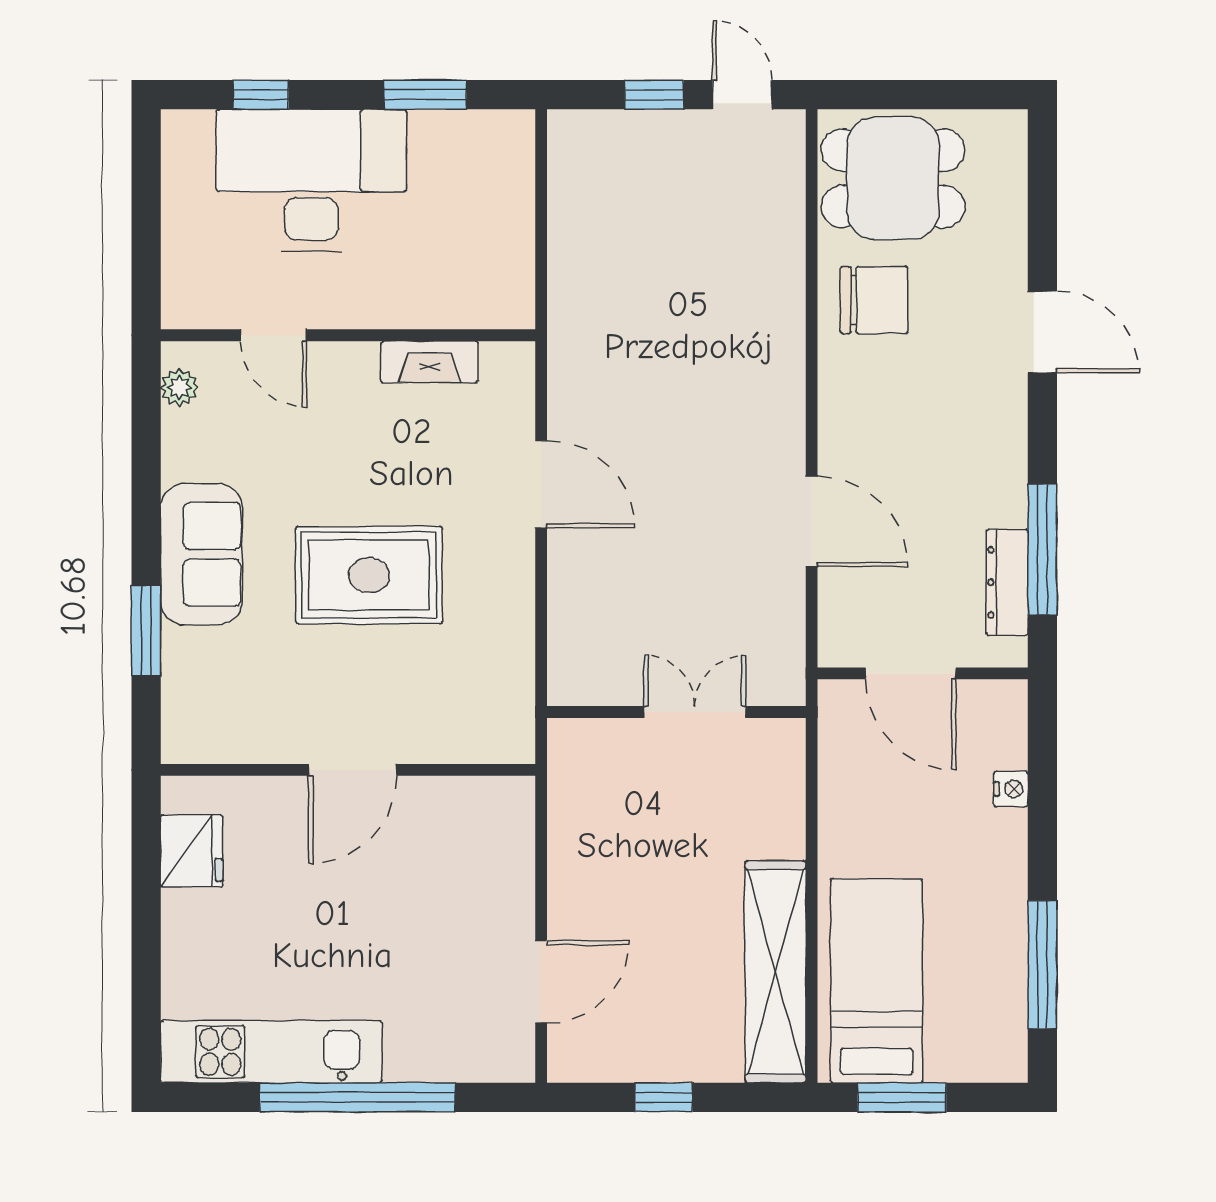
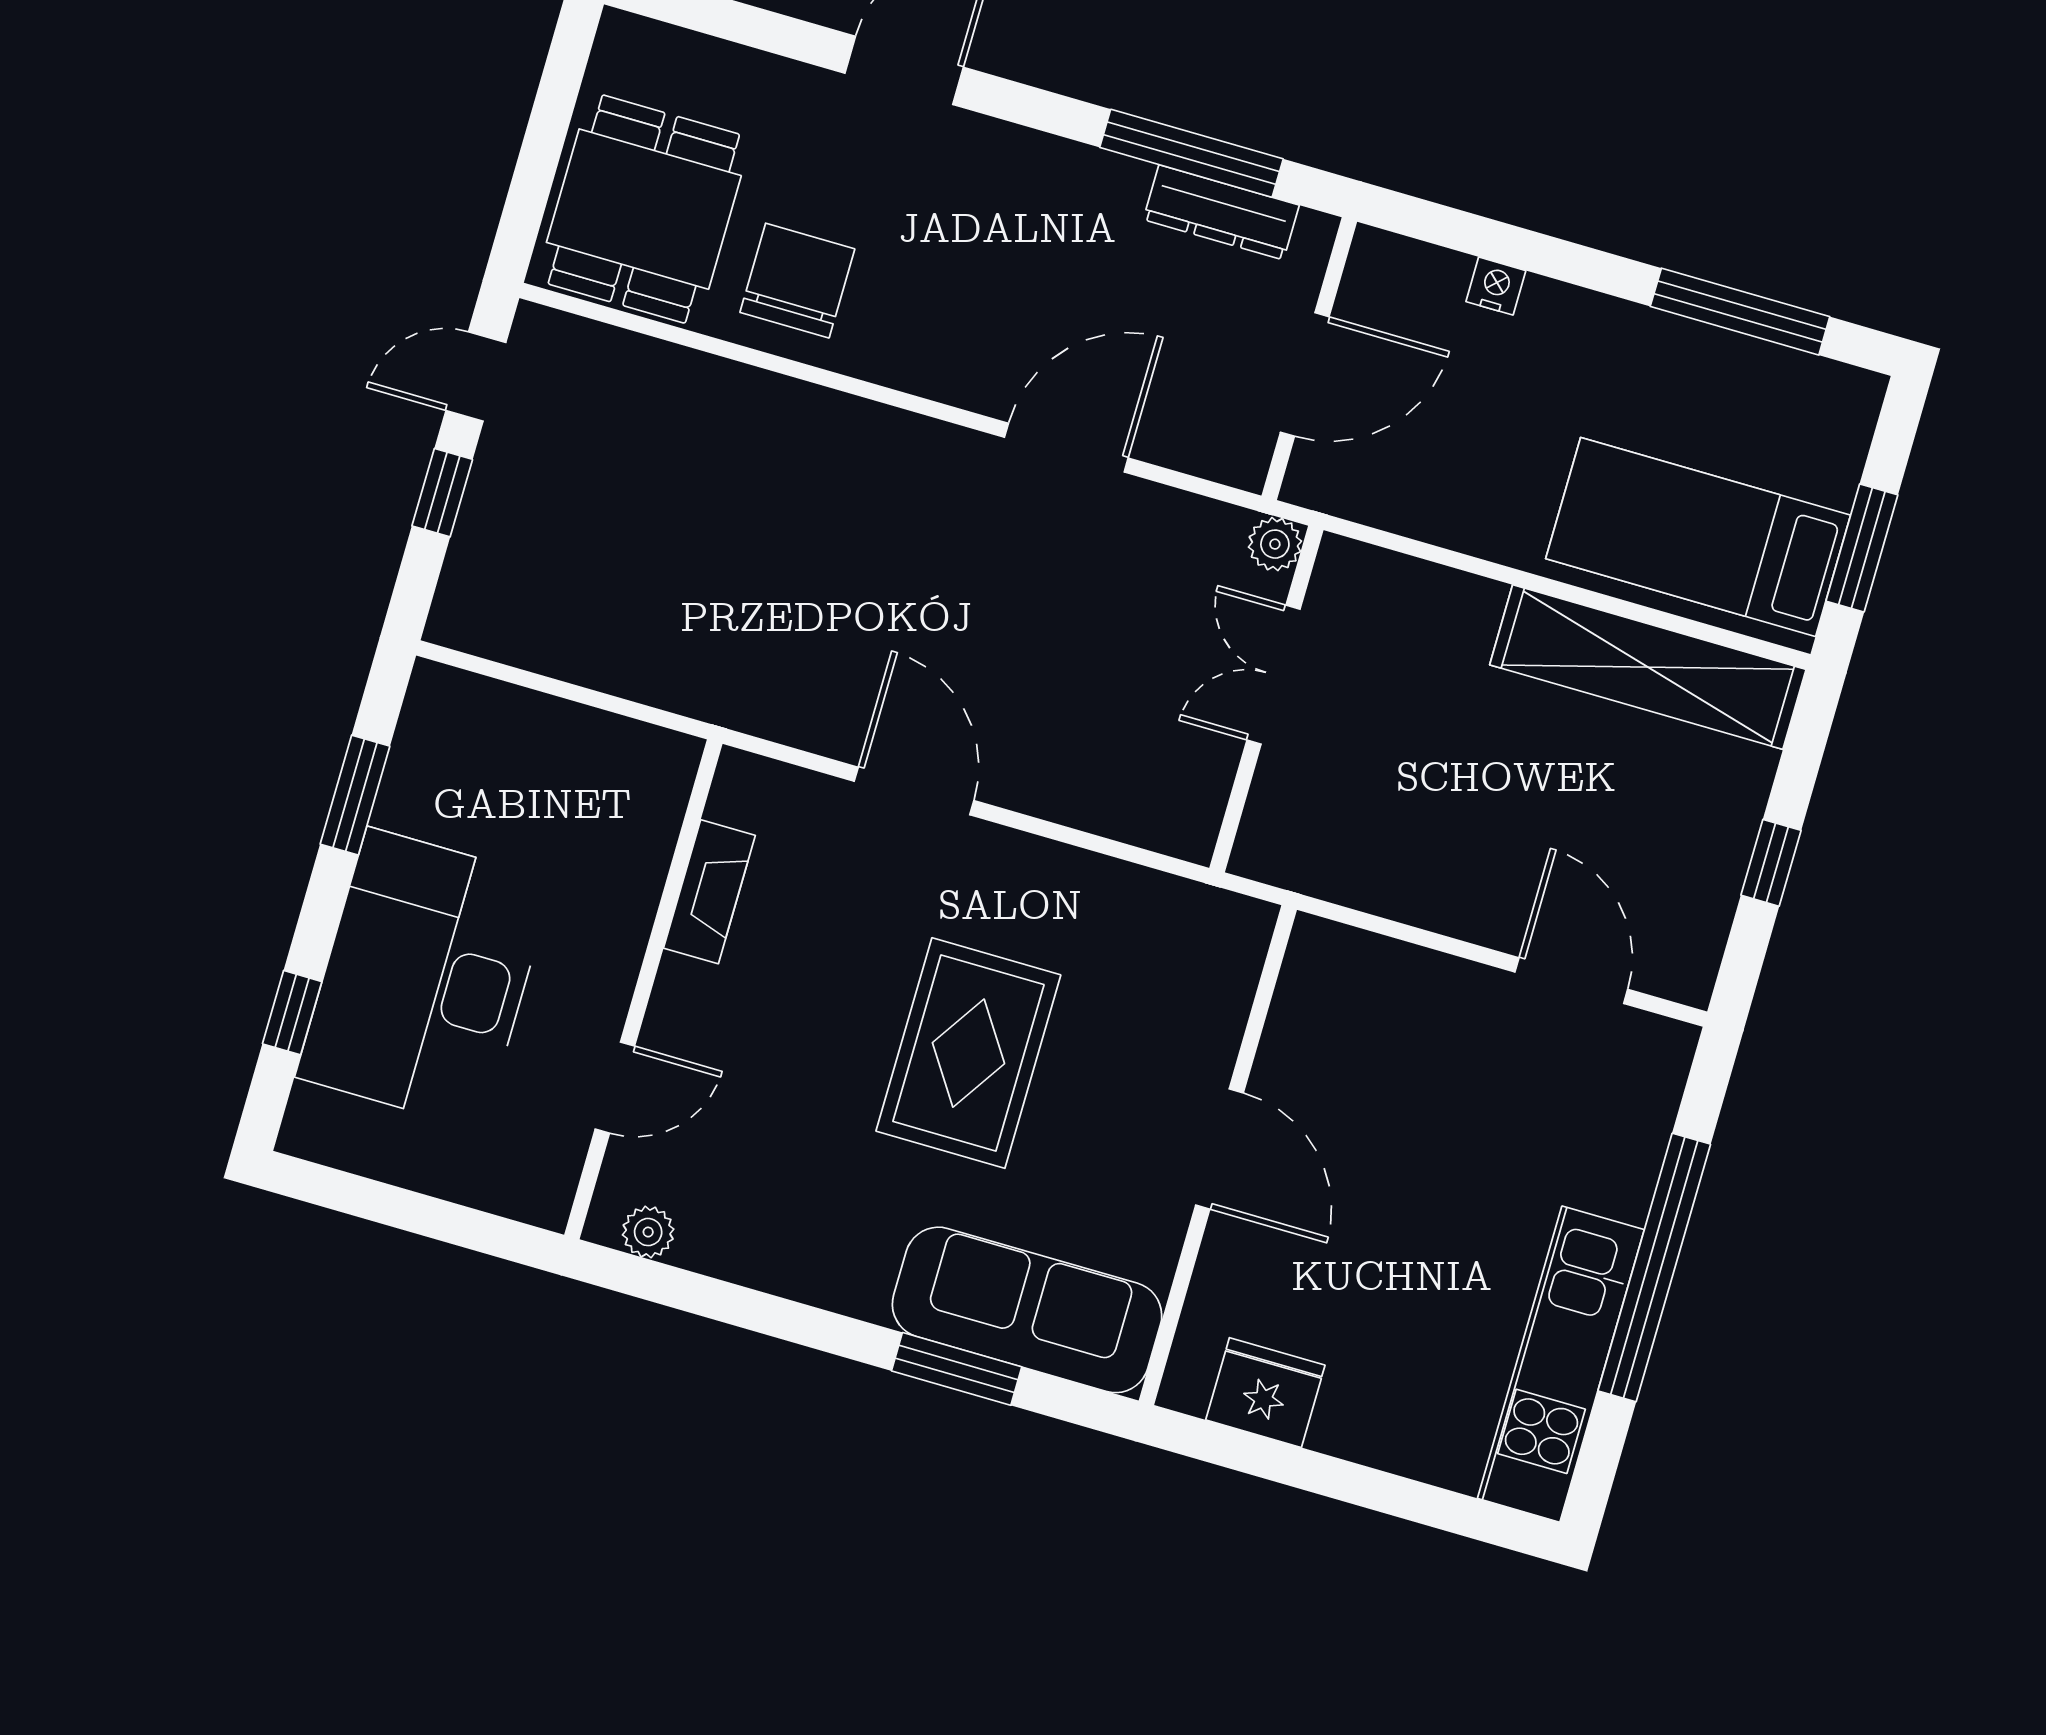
door: (541, 484) -> (914, 791), hinge flipped
sofa: (201, 554) -> (1027, 1310), moved, width x1.36
plant: (786, 687) -> (1275, 544), added

